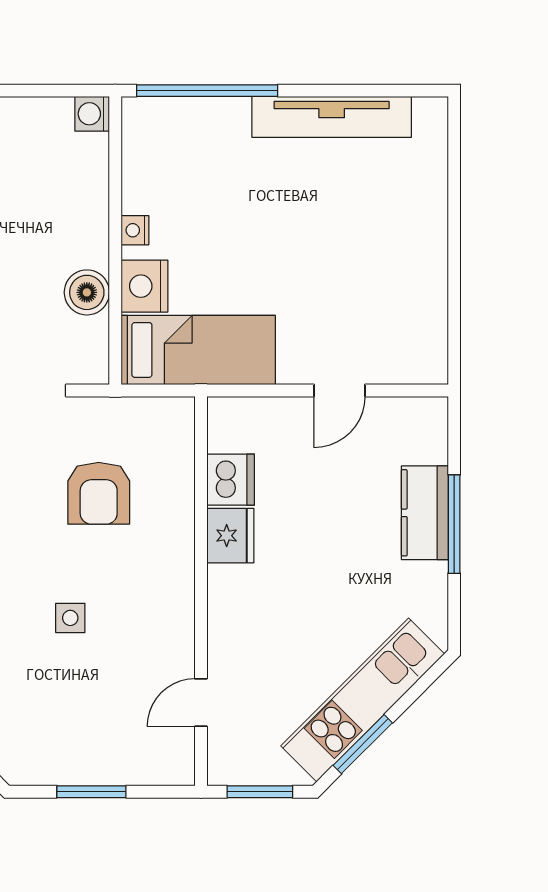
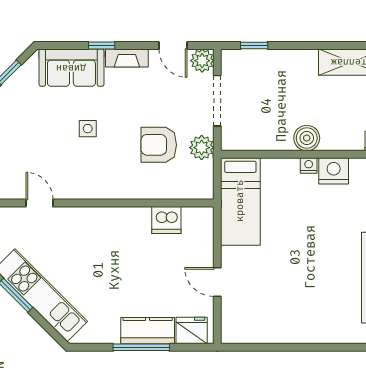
nightstand: (144, 286) -> (334, 171), moved
boiler: (87, 292) -> (307, 138), moved
plant: (104, 418) -> (202, 148), added
fridge: (230, 536) -> (192, 331), moved, turned 180

